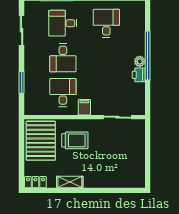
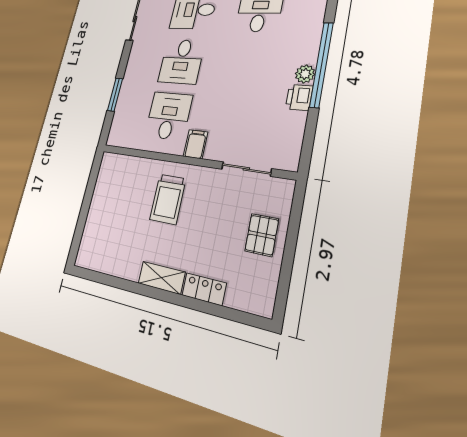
trolley: (75, 140) -> (168, 199), turned 90
pallet: (41, 141) -> (262, 235), moved, width x0.49, depth x0.50
locker: (35, 182) -> (204, 289), moved
shelving: (70, 182) -> (162, 278), moved

